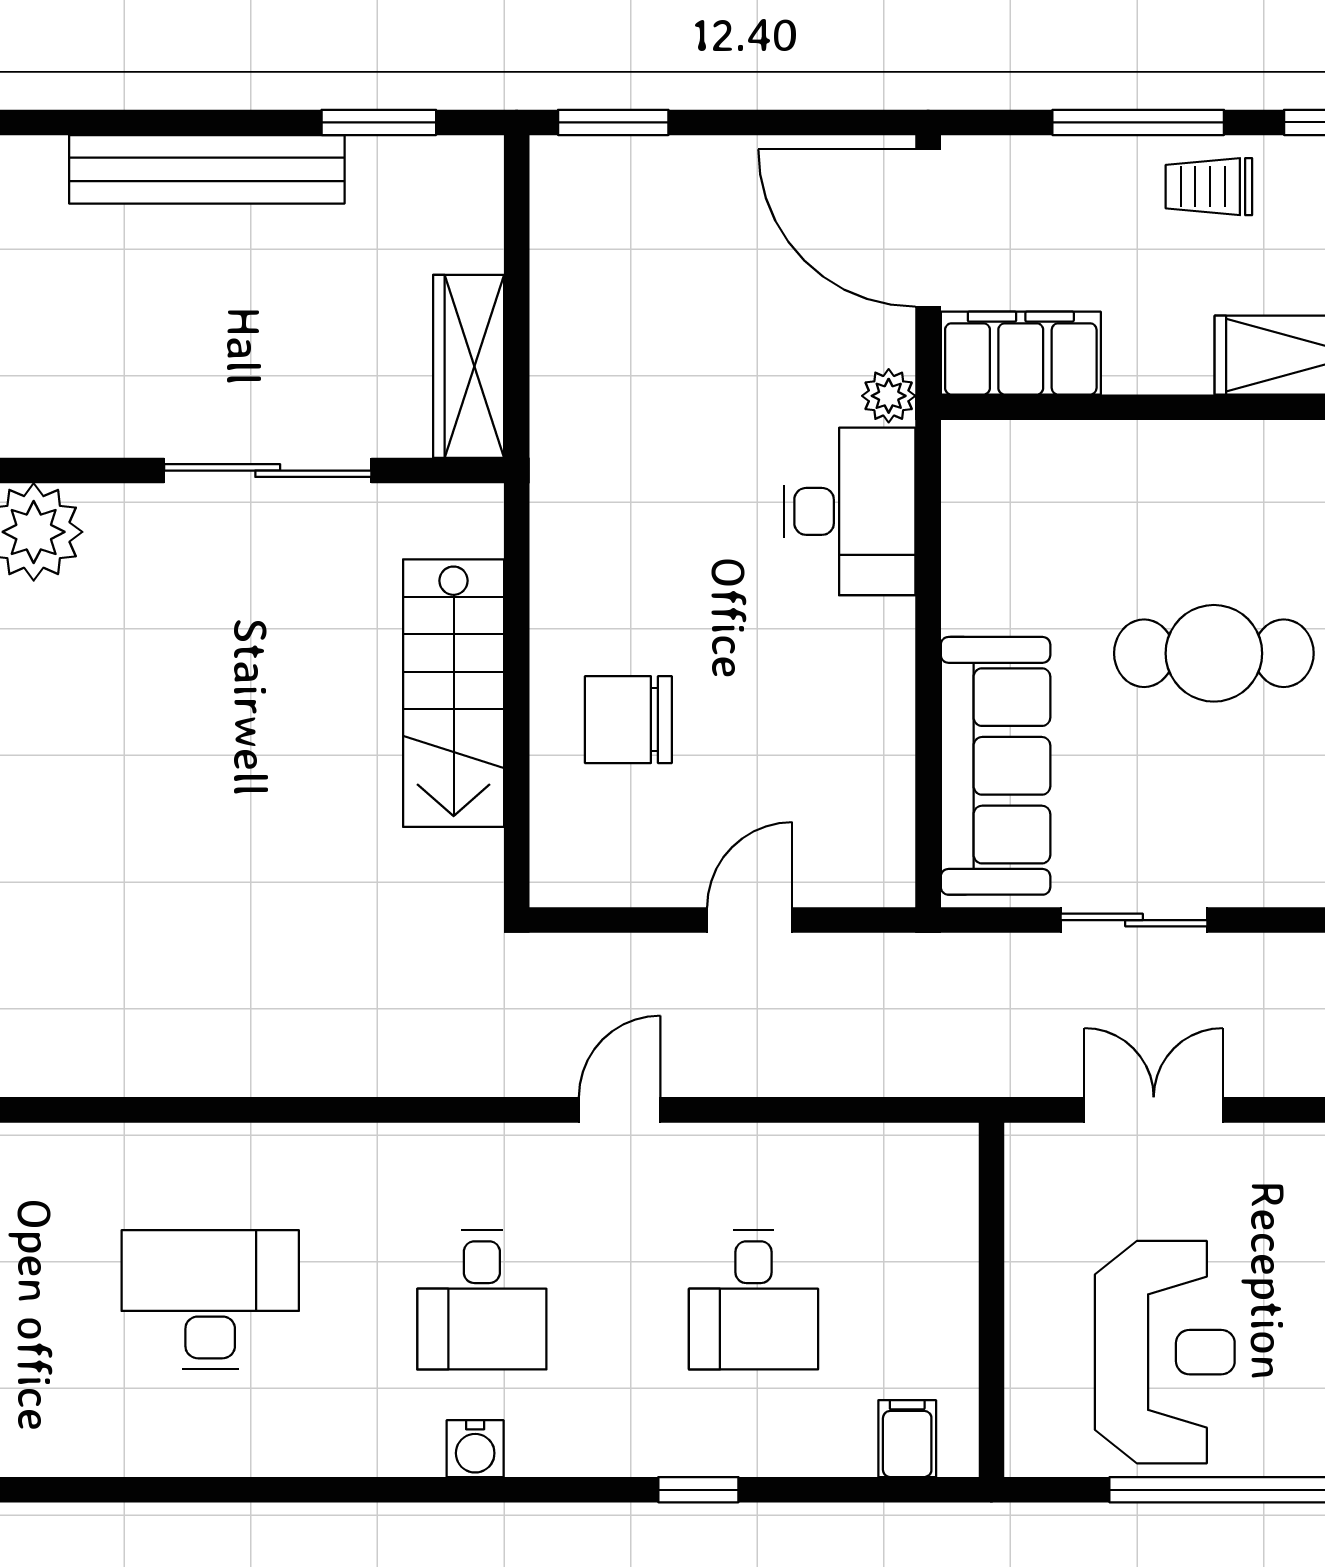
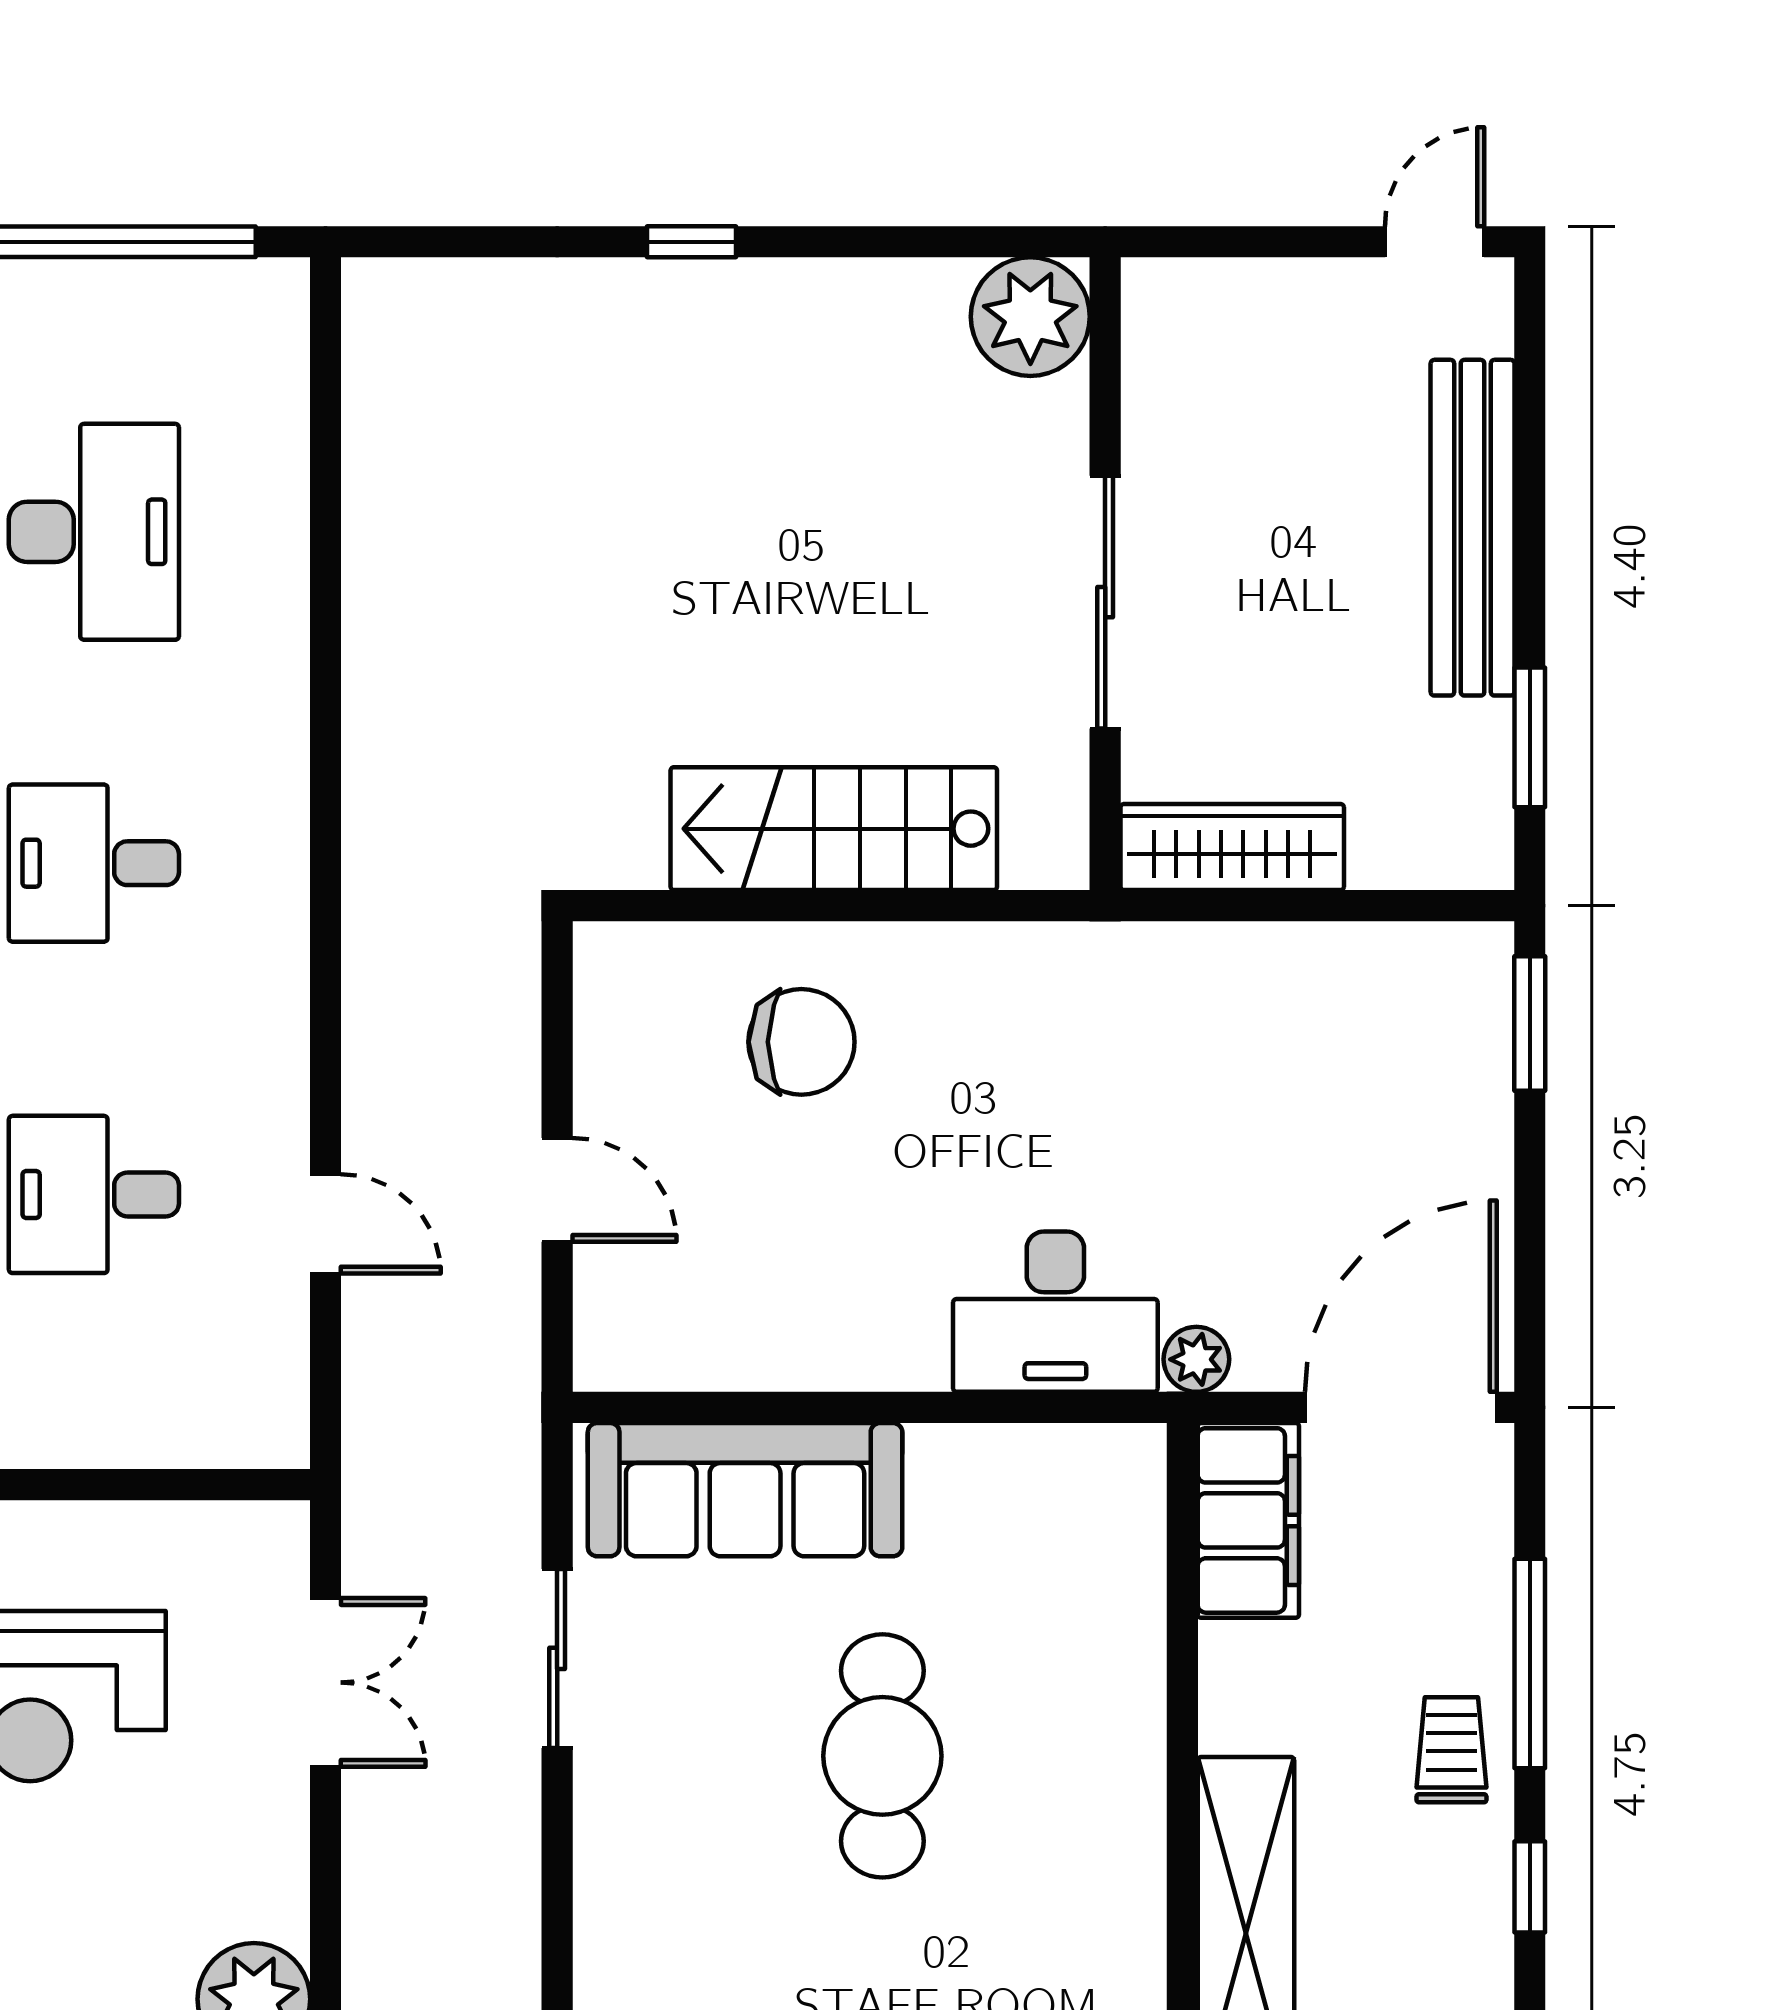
chair: (628, 720) -> (801, 1042), turned 90
door: (620, 1110) -> (325, 1224), moved

